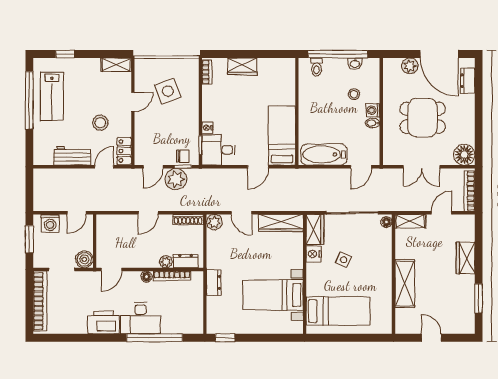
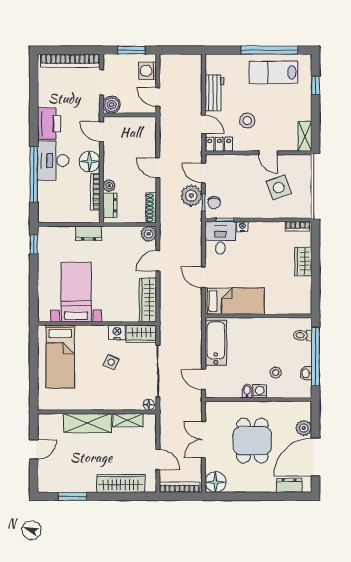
shelving: (410, 221) -> (128, 420), moved, turned 90
wardrobe: (466, 258) -> (121, 483), width x1.50
floor lamp: (146, 277) -> (90, 162), width x1.89, depth x1.89

